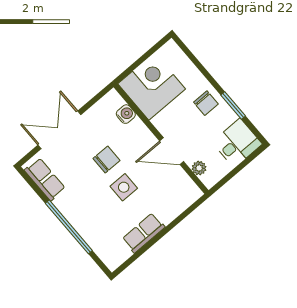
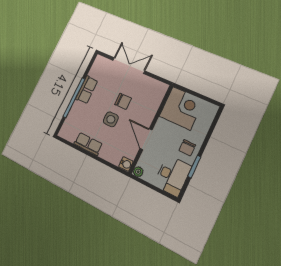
water cooler: (126, 114) -> (126, 164), moved
desk: (237, 143) -> (172, 176), width x1.37
plant: (199, 168) -> (138, 172), moved
row of seats: (45, 179) -> (87, 90), moved

